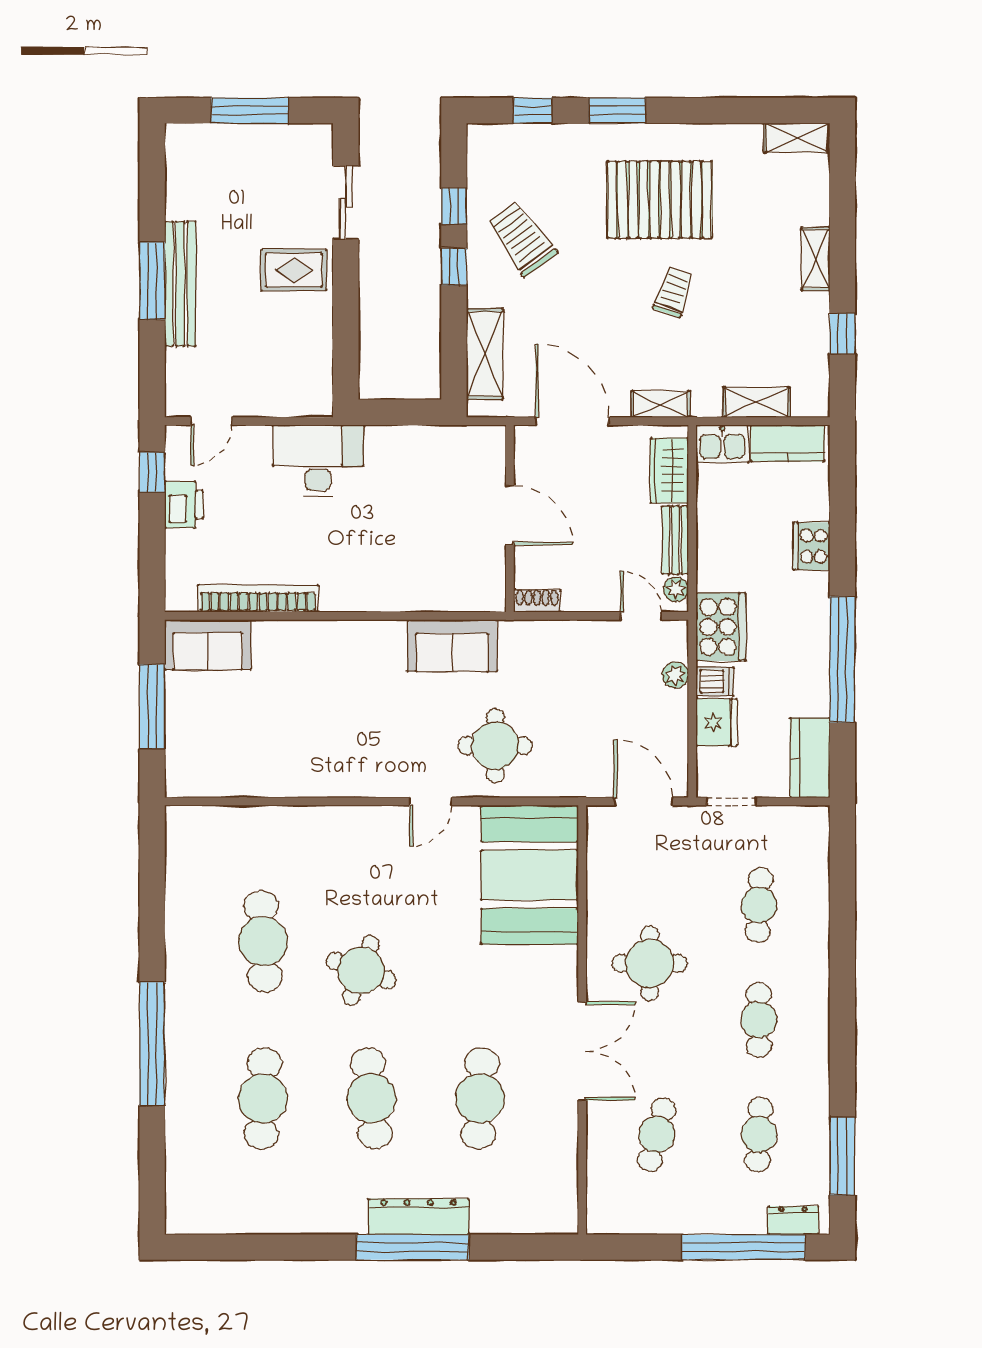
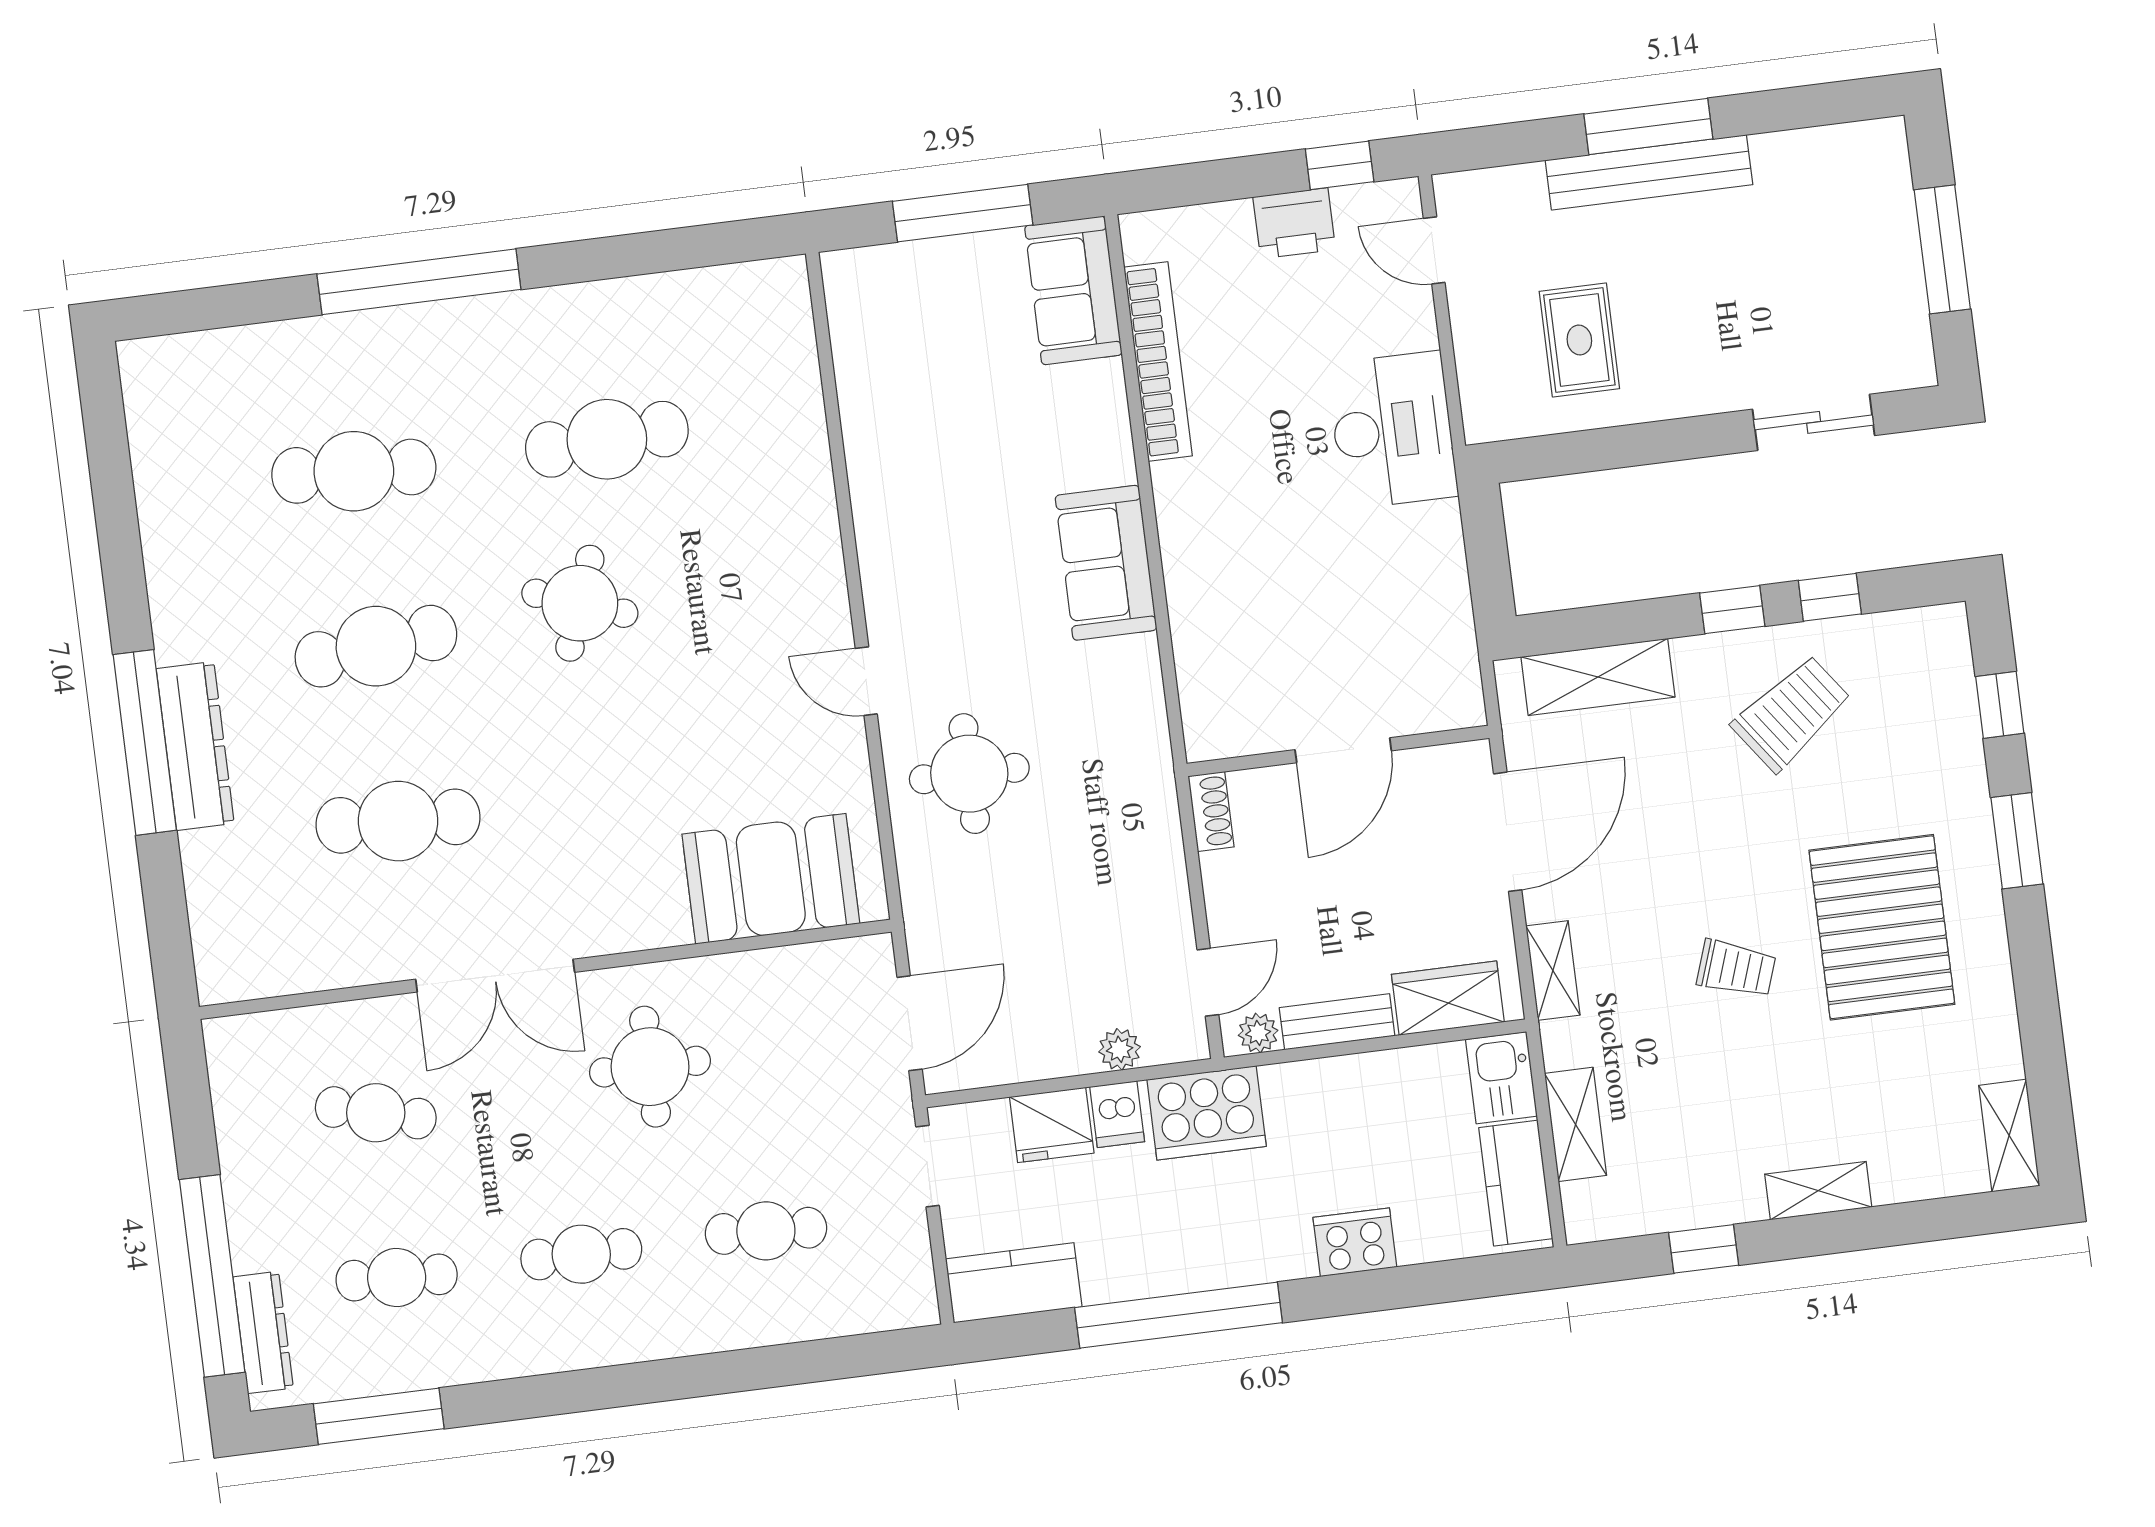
rug: (294, 270) -> (1579, 340), moved
sofa: (452, 646) -> (1106, 563), moved
booth: (530, 875) -> (771, 879), width x0.73, depth x0.70
dresser: (793, 1220) -> (263, 1332), width x1.44

